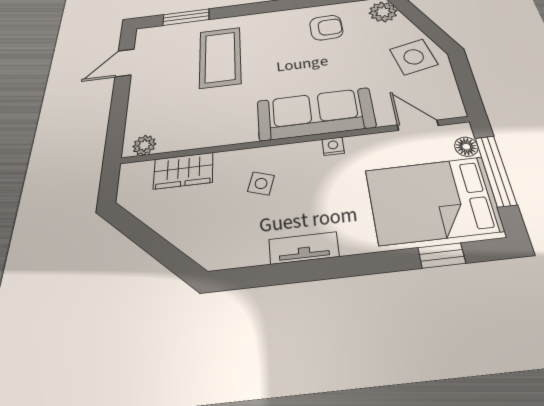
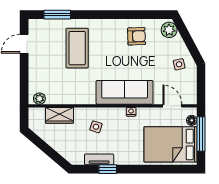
side table: (414, 57) -> (179, 64), width x0.54, depth x0.54
tv unit: (304, 248) -> (99, 159), moved
window: (442, 255) -> (108, 169), moved

